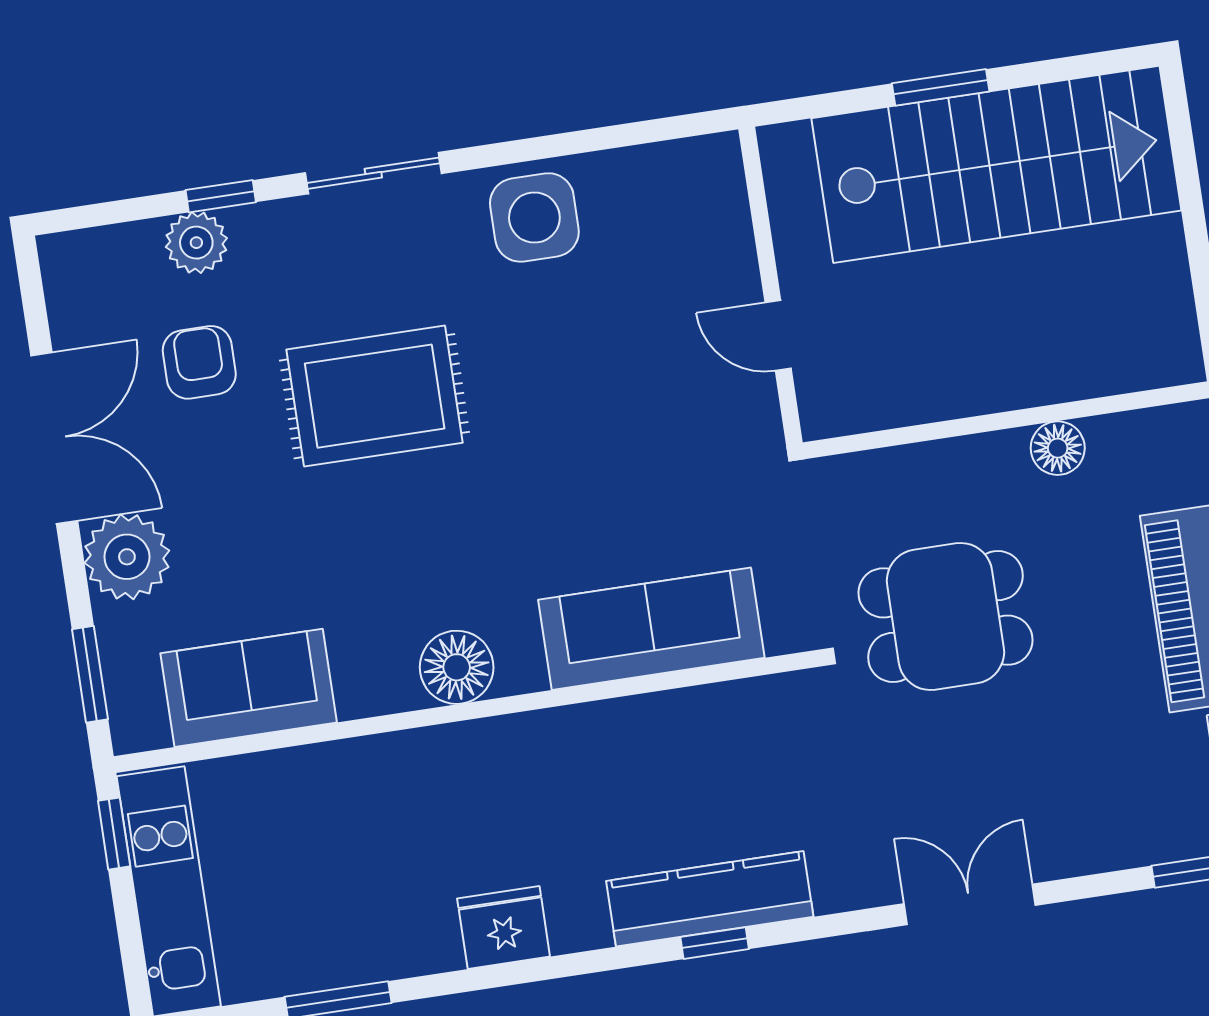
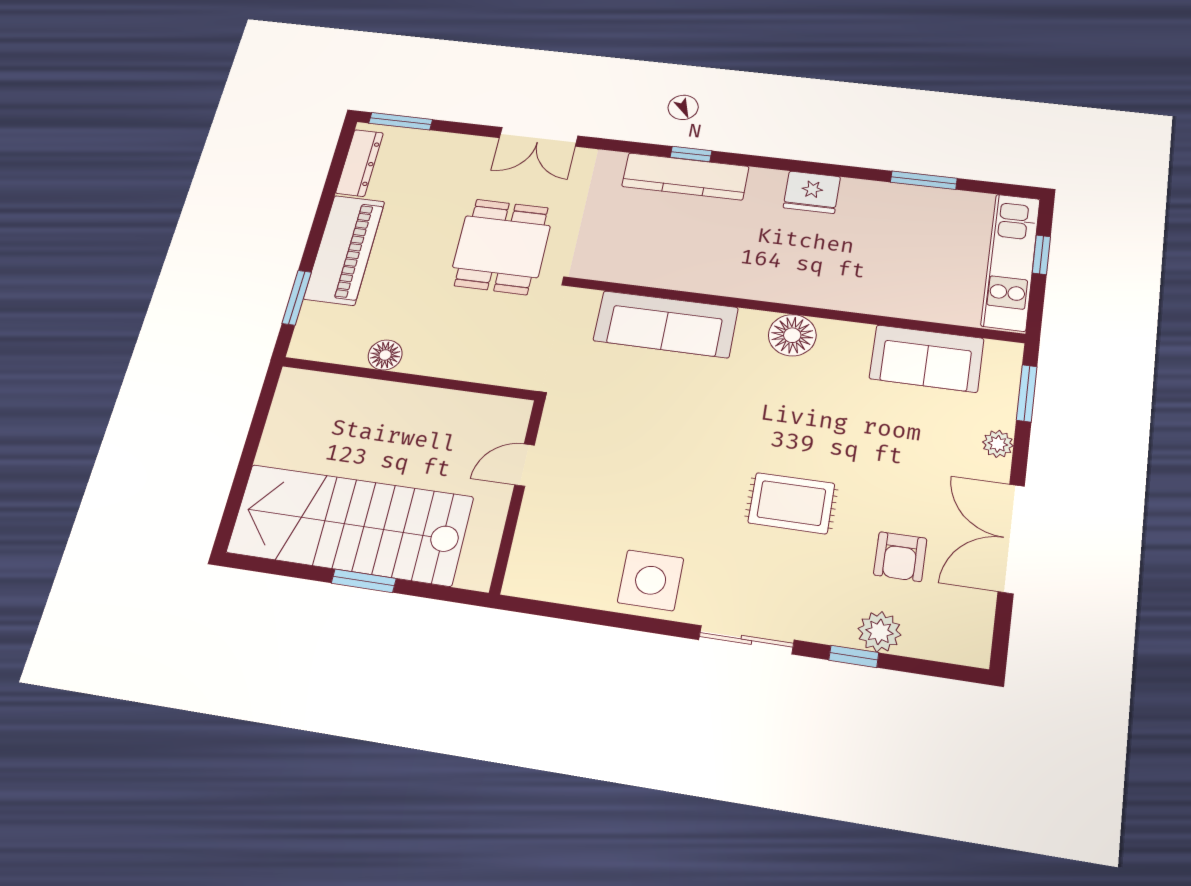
door: (778, 335) -> (525, 465), swing flipped
rug: (375, 396) -> (791, 503), width x0.73, depth x0.70
plant: (127, 557) -> (998, 444), width x0.53, depth x0.53
dining table: (945, 617) -> (502, 247), moved, turned 90
window: (114, 834) -> (1041, 255), moved

